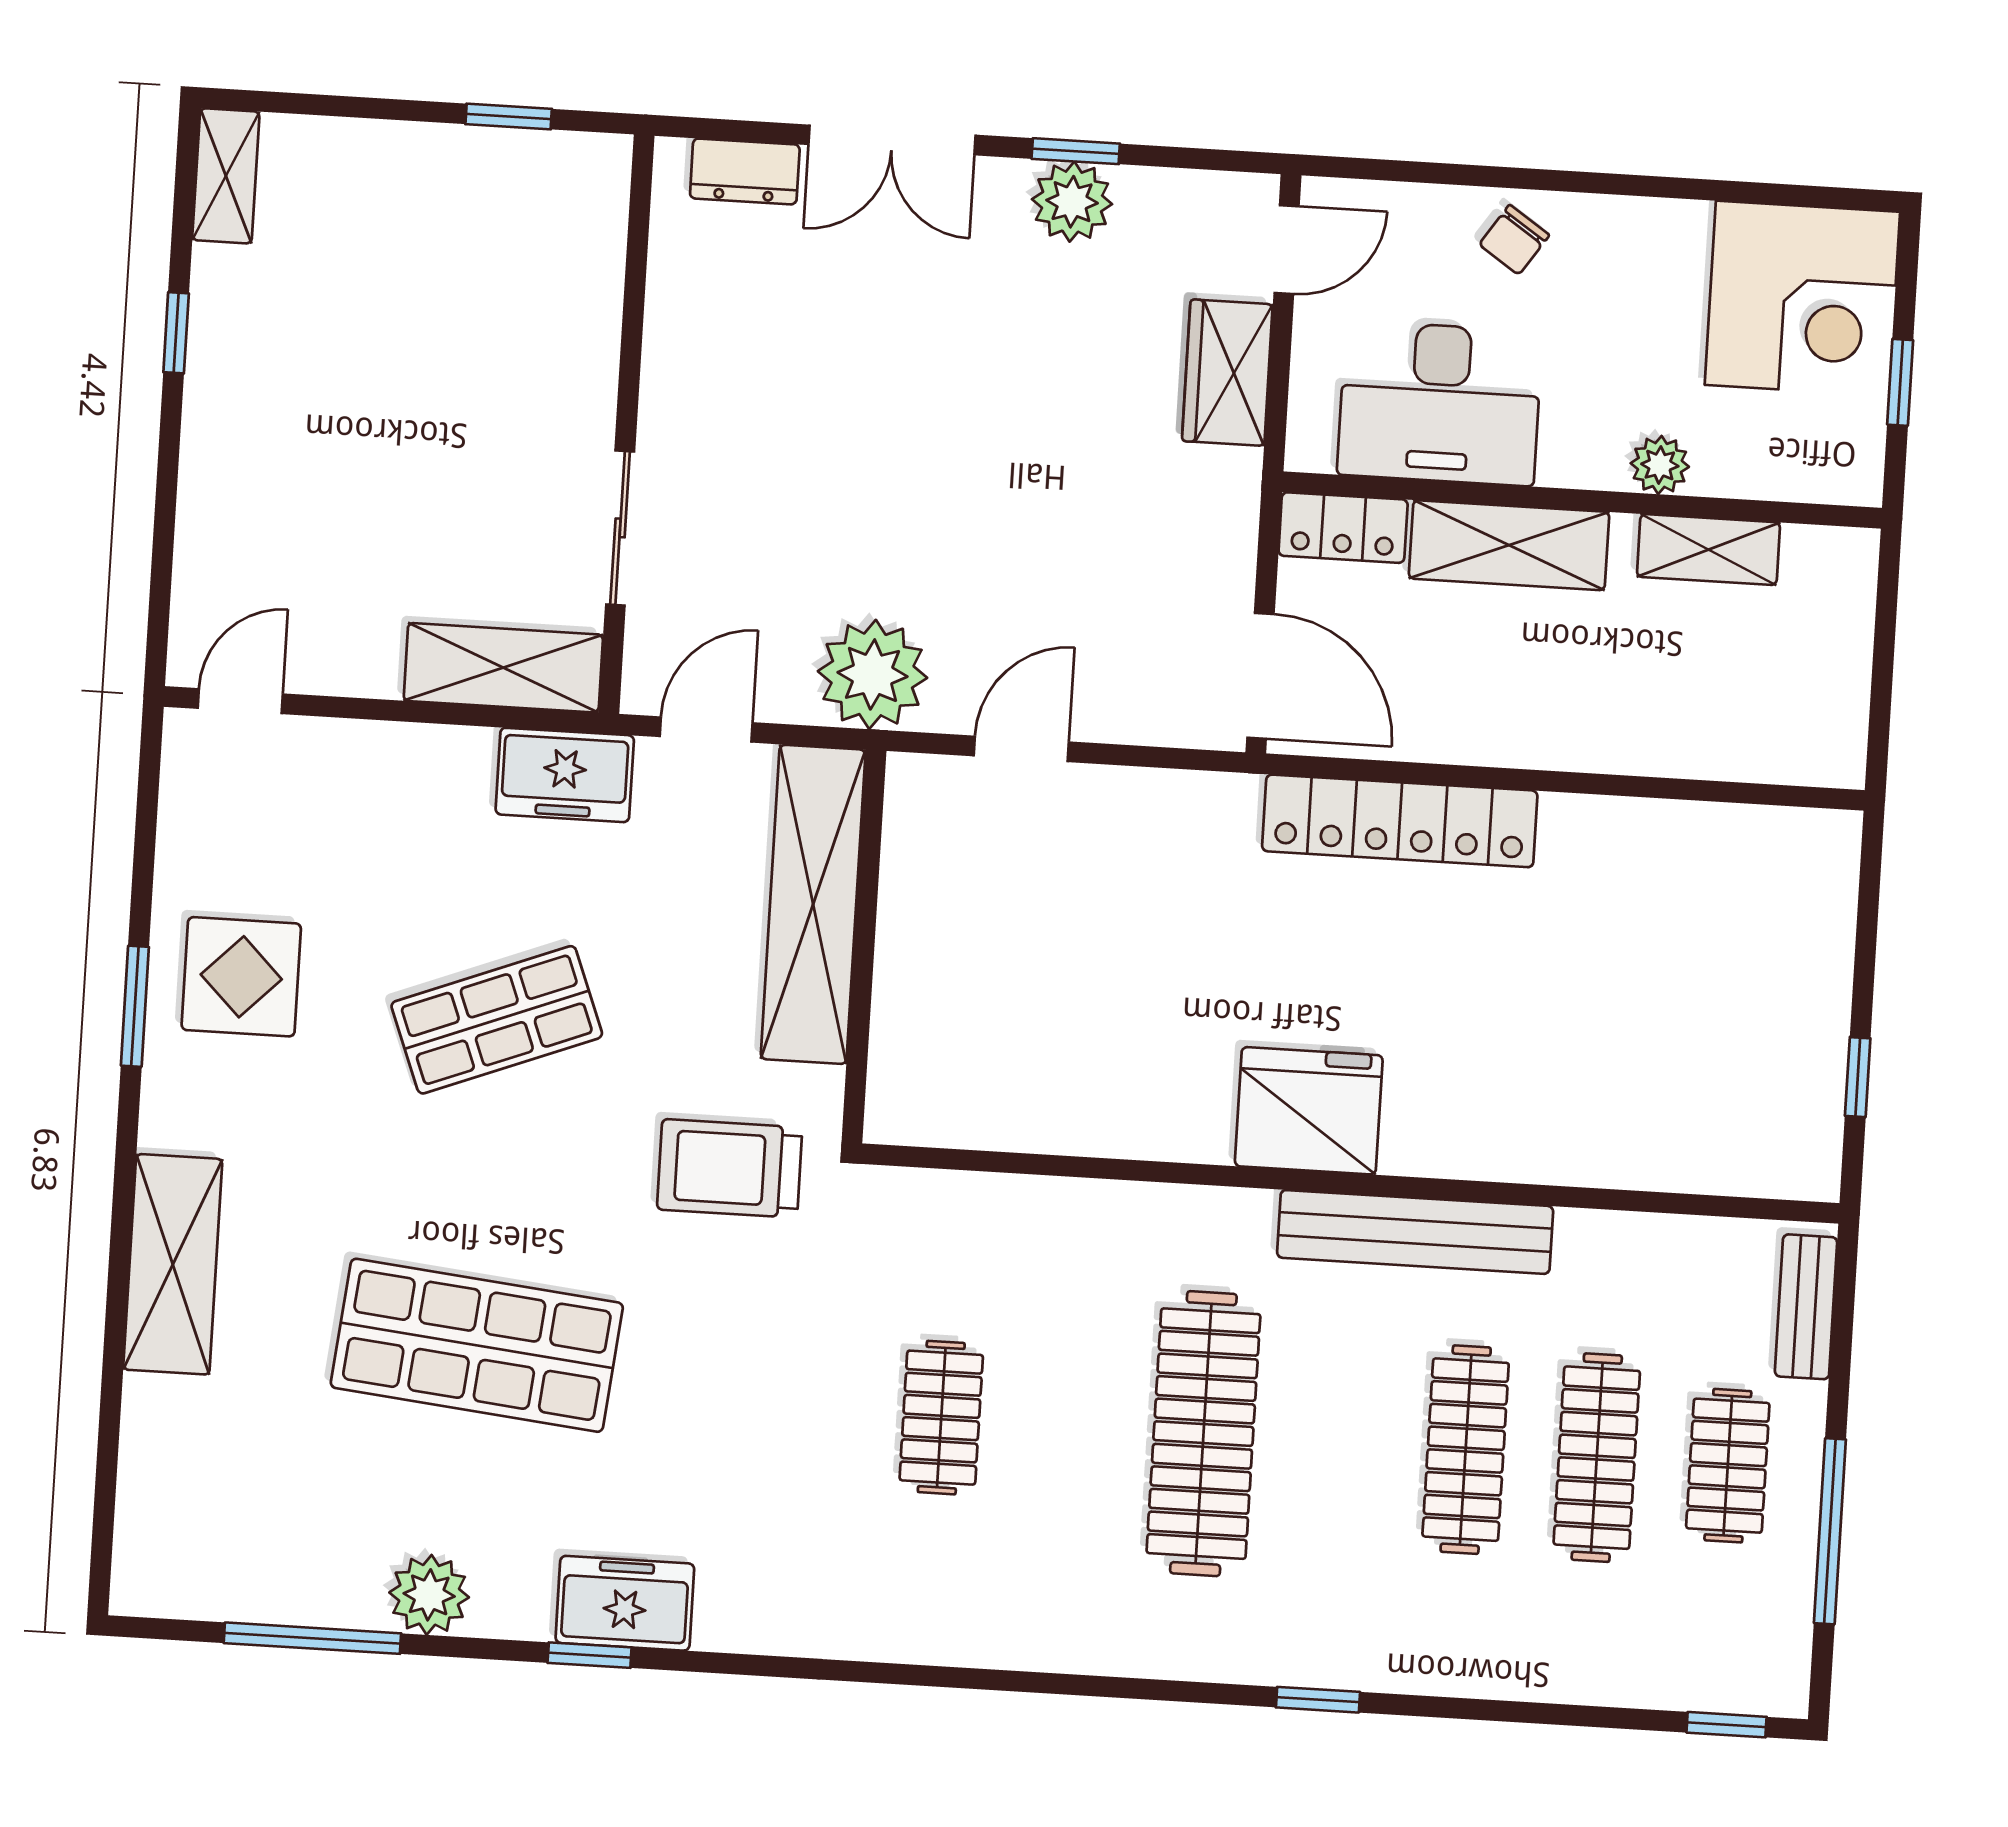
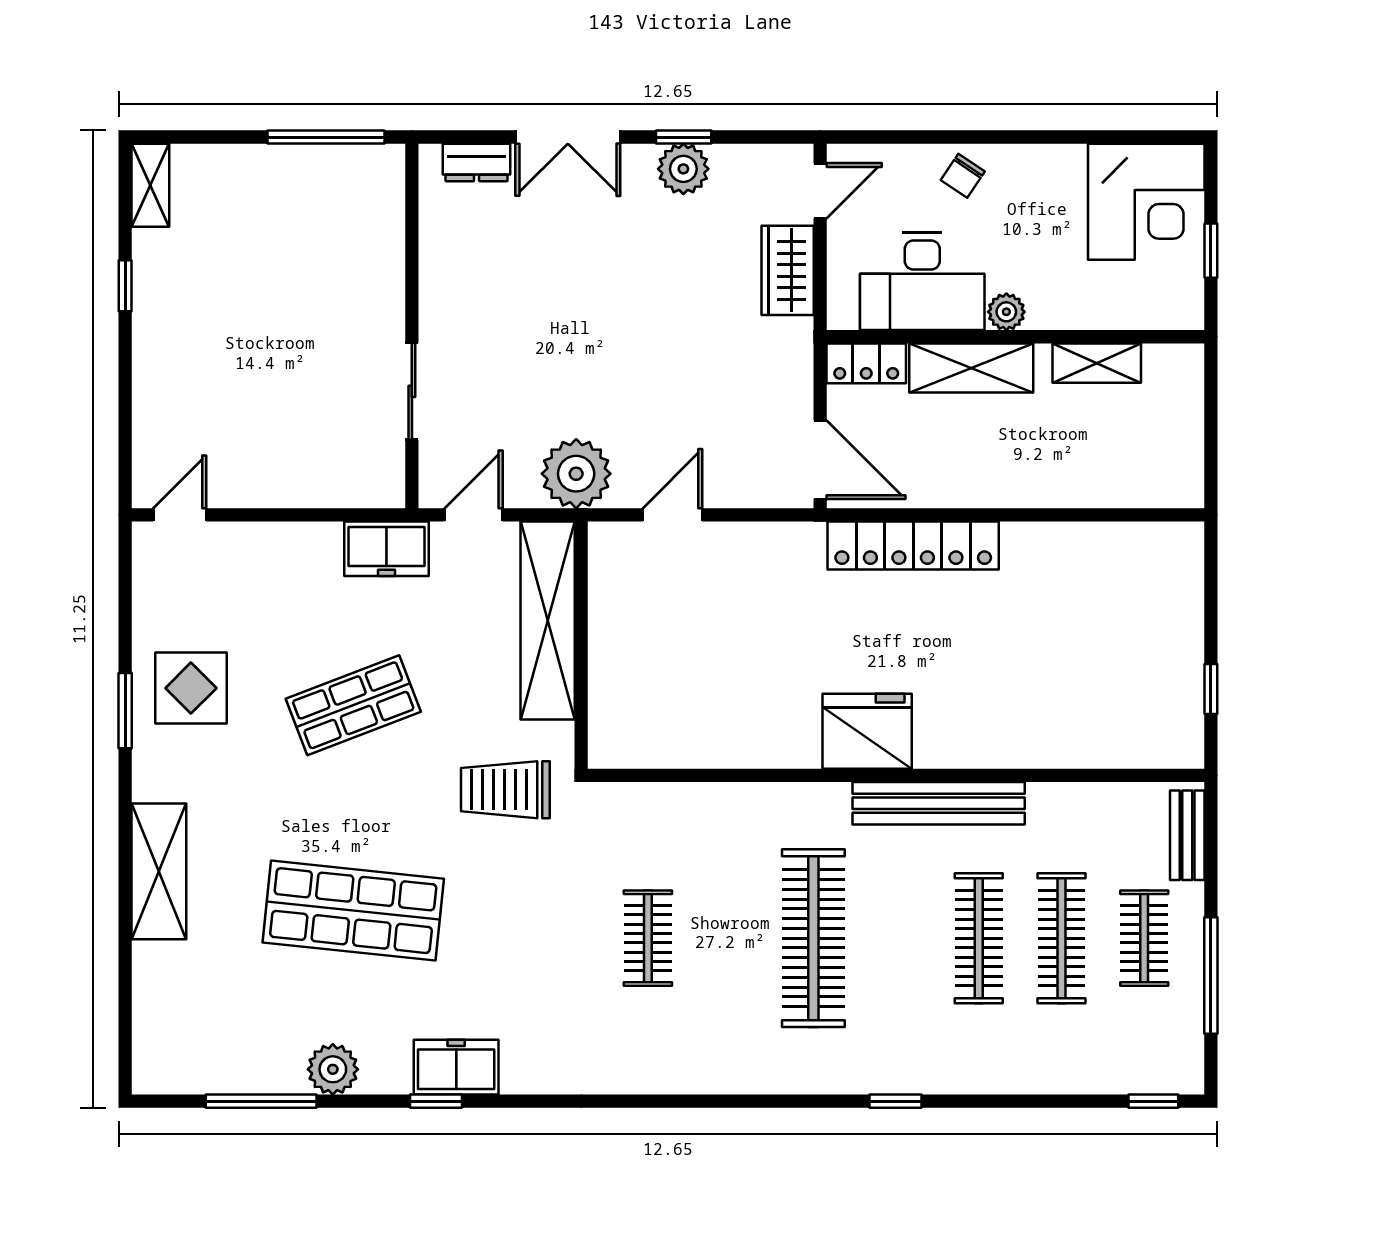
window: (509, 117) -> (326, 137), width x2.17
plant: (1660, 465) -> (1006, 312), moved
shelving: (503, 668) -> (344, 484), removed

